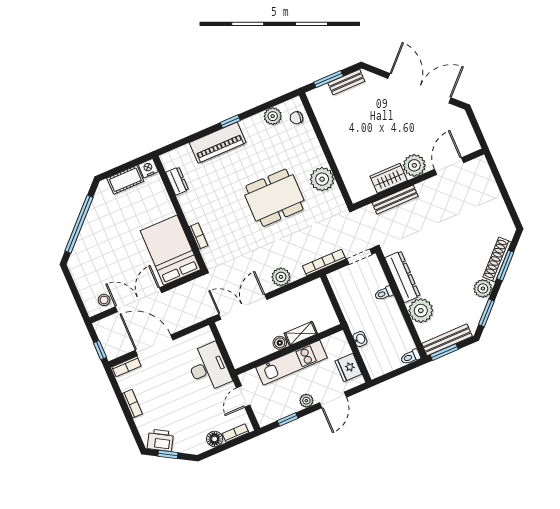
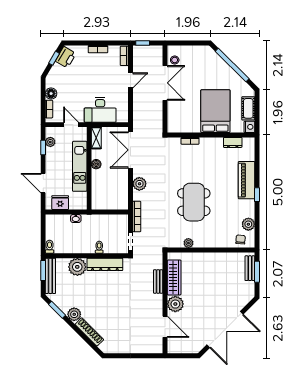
bench: (346, 82) -> (250, 268), moved
wardrobe: (389, 178) -> (174, 277), width x1.50
plant: (322, 179) -> (188, 243), width x0.53, depth x0.53
bench: (395, 200) -> (158, 281), width x0.73
bed: (170, 250) -> (215, 111), moved, turned -90
window: (505, 265) -> (83, 336), removed
double door: (243, 307) -> (130, 150), swing flipped
shelving: (301, 333) -> (96, 138), moved
door: (154, 345) -> (130, 80), width x0.53
plant: (306, 401) -> (50, 142), moved

